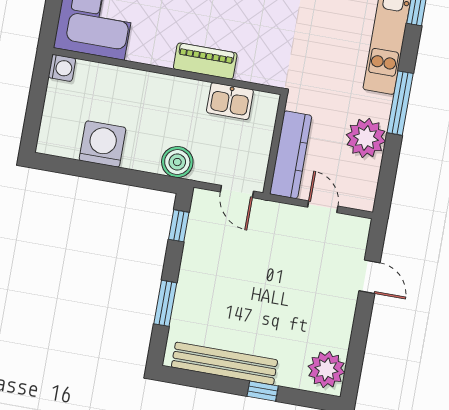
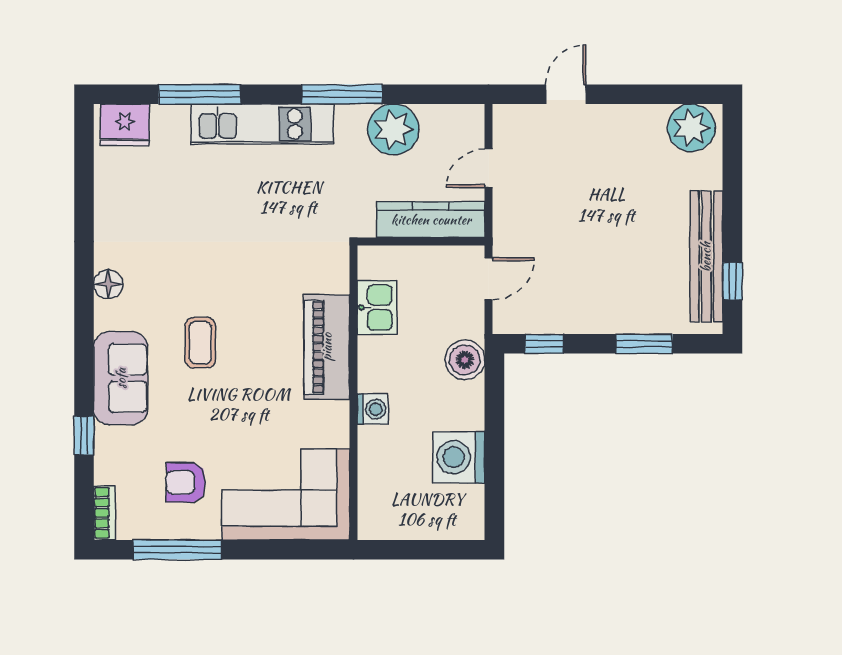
piano: (205, 61) -> (327, 347), width x1.37, depth x1.33
washing machine: (62, 68) -> (373, 409), moved, turned 90
window: (263, 391) -> (732, 281), moved

